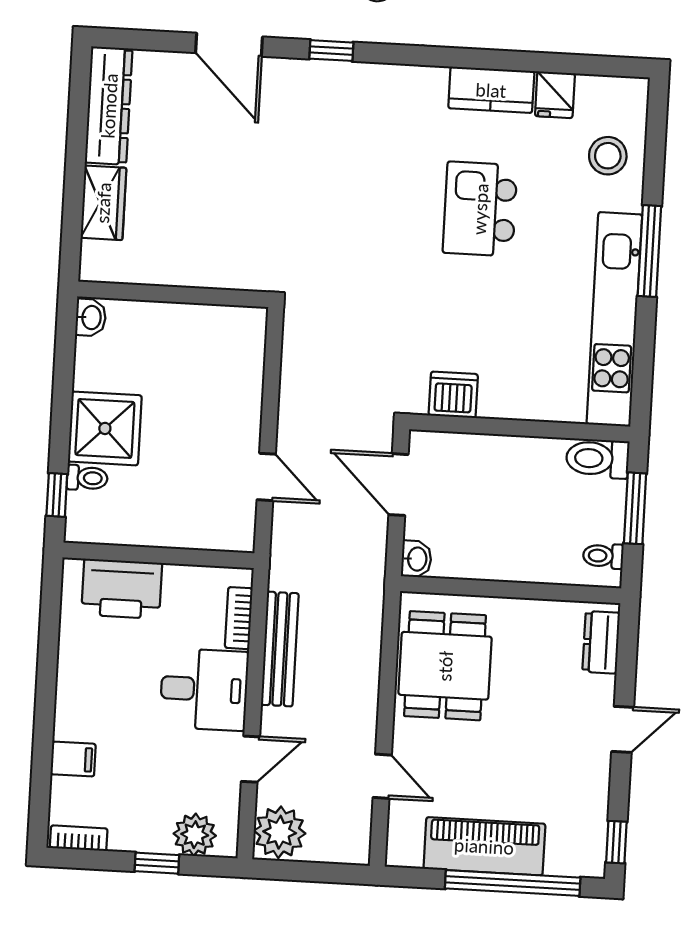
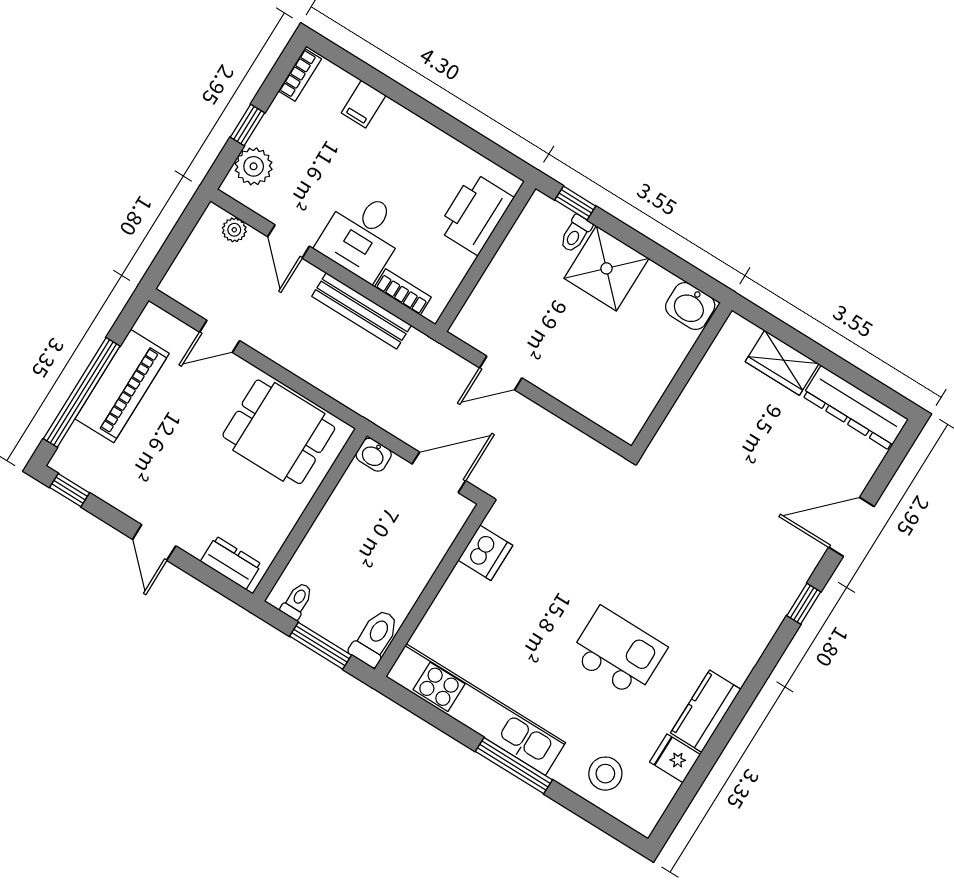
washbasin: (91, 318) -> (690, 306), width x1.38, depth x1.45
plant: (280, 832) -> (234, 230), width x0.53, depth x0.53

